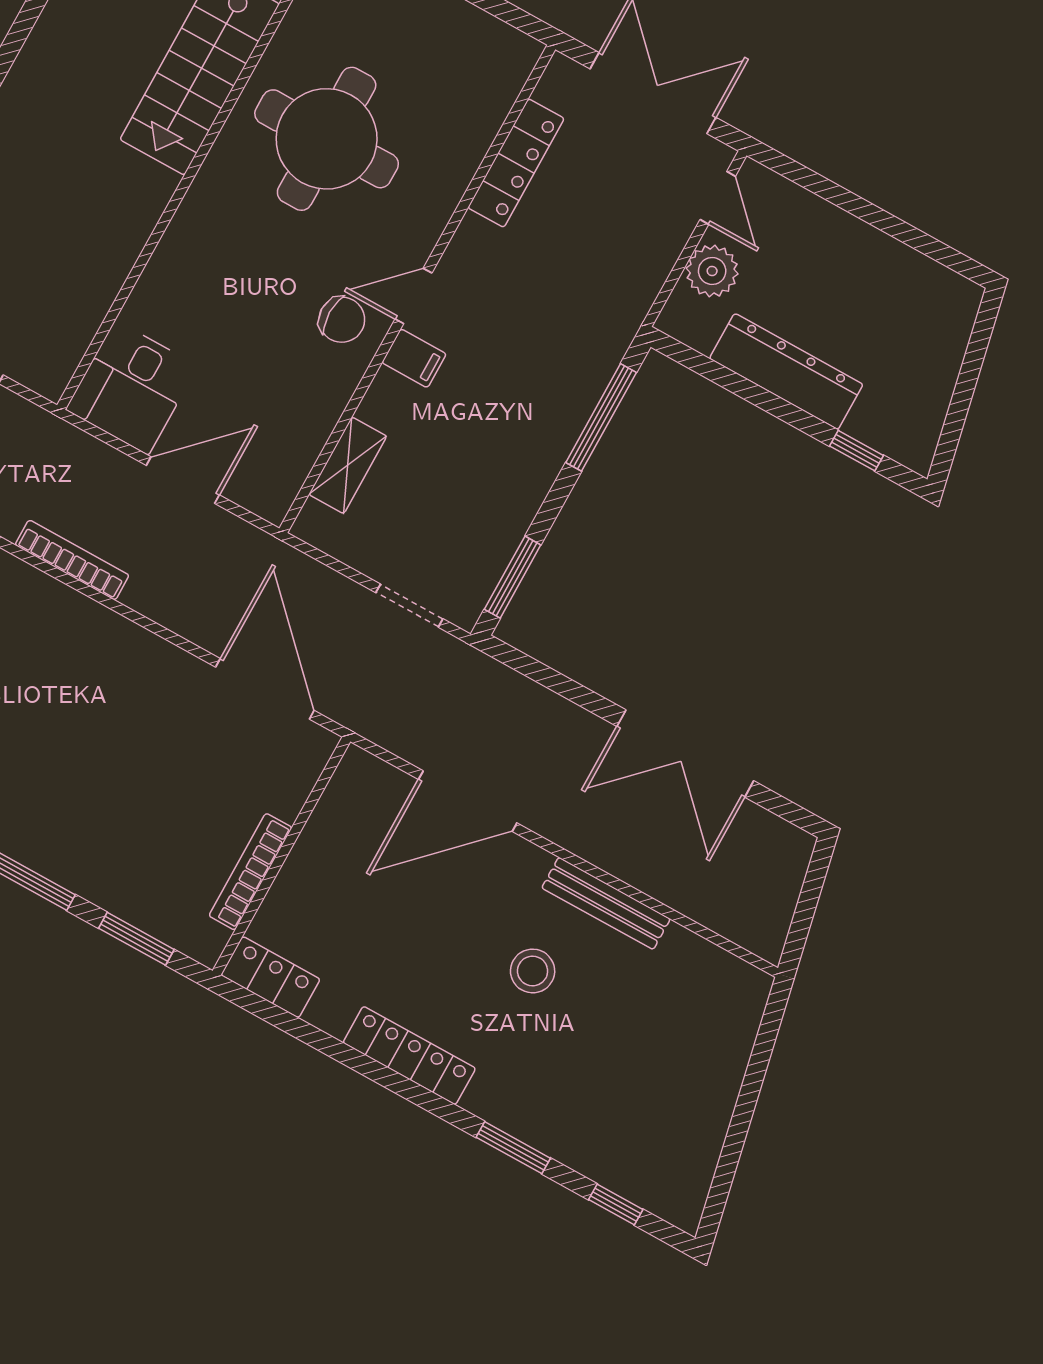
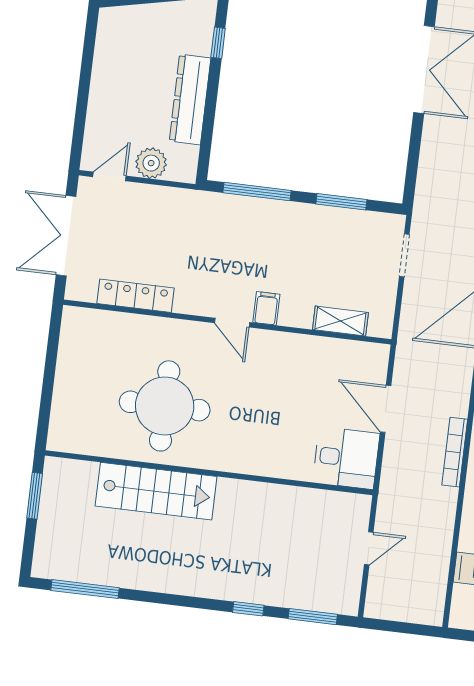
chair: (342, 320) -> (261, 357), removed
window: (513, 577) -> (341, 202), moved

